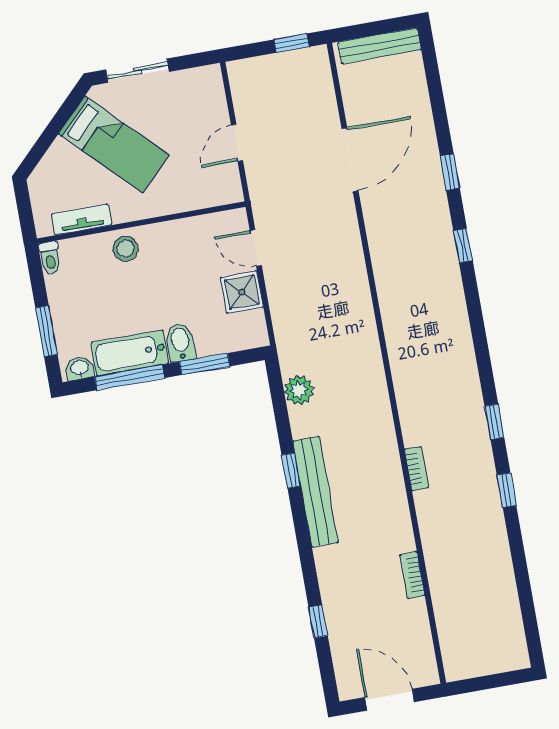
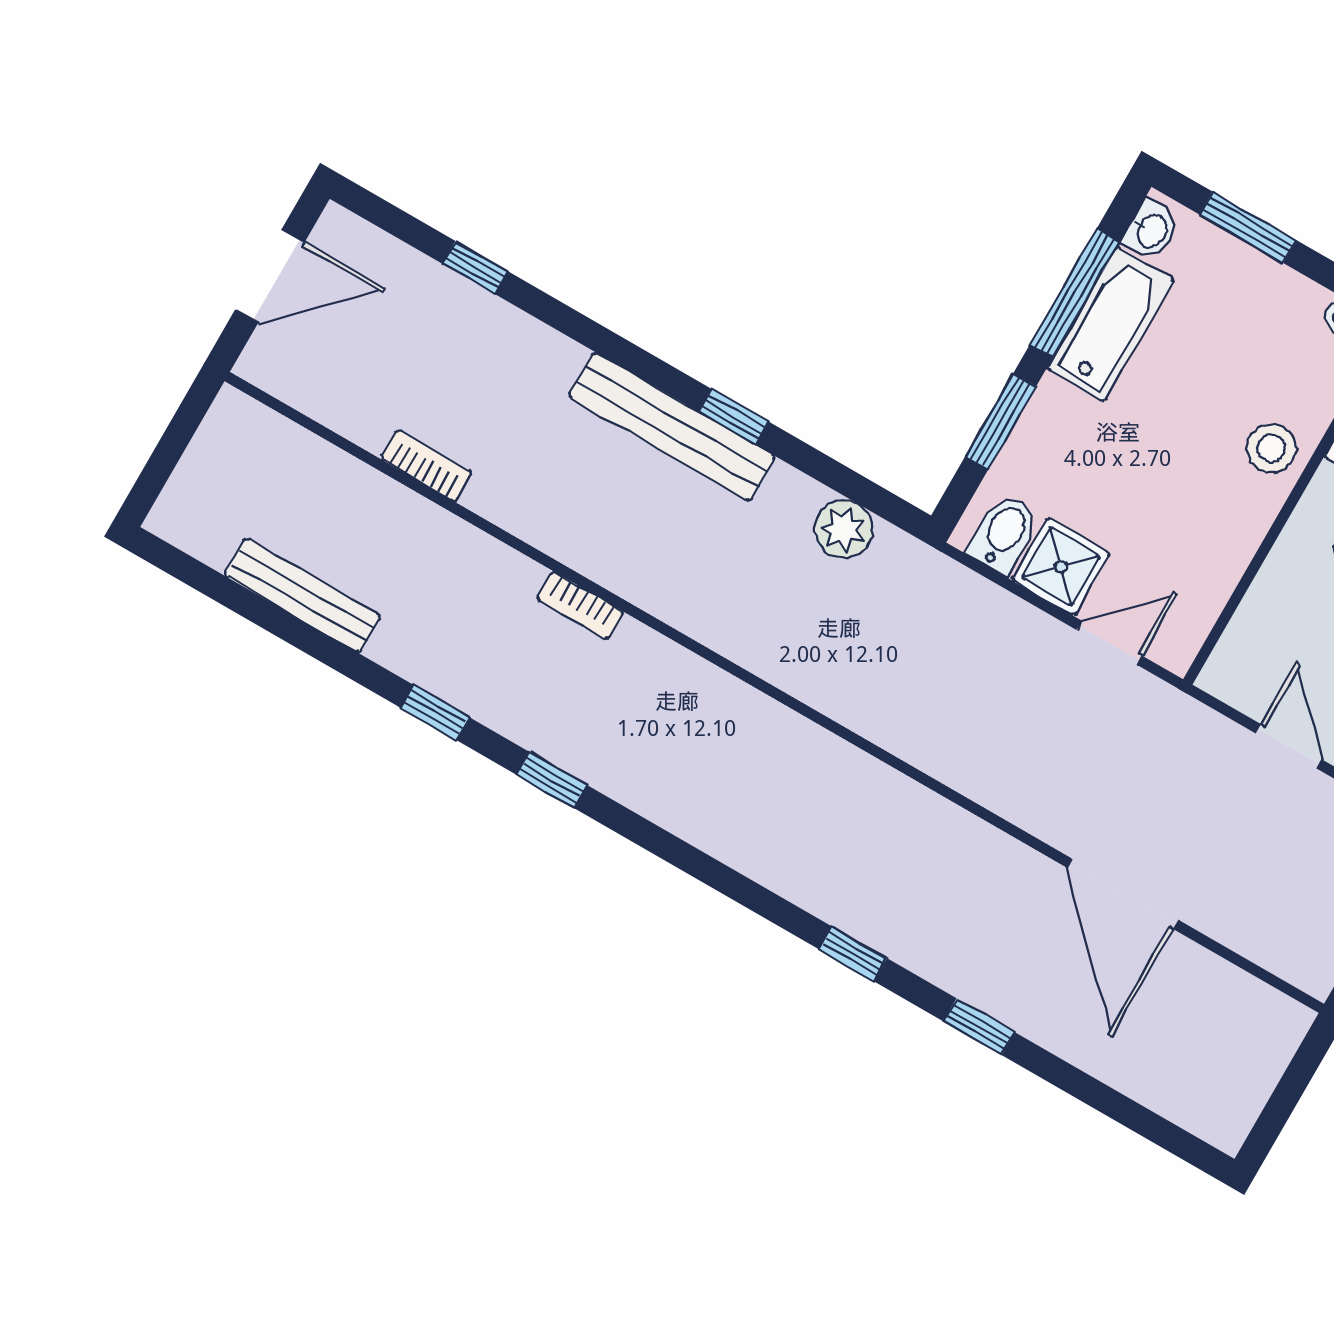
bench: (380, 46) -> (302, 596), moved, turned 90
bidet: (180, 342) -> (1004, 534), moved, turned -90

